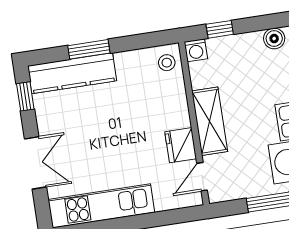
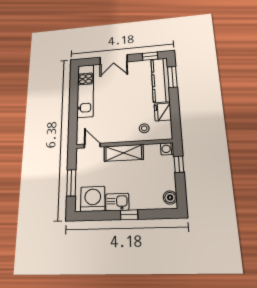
window: (89, 49) -> (172, 77), moved
stool: (167, 63) -> (144, 128), moved
fridge: (181, 145) -> (163, 112), moved, turned -90

